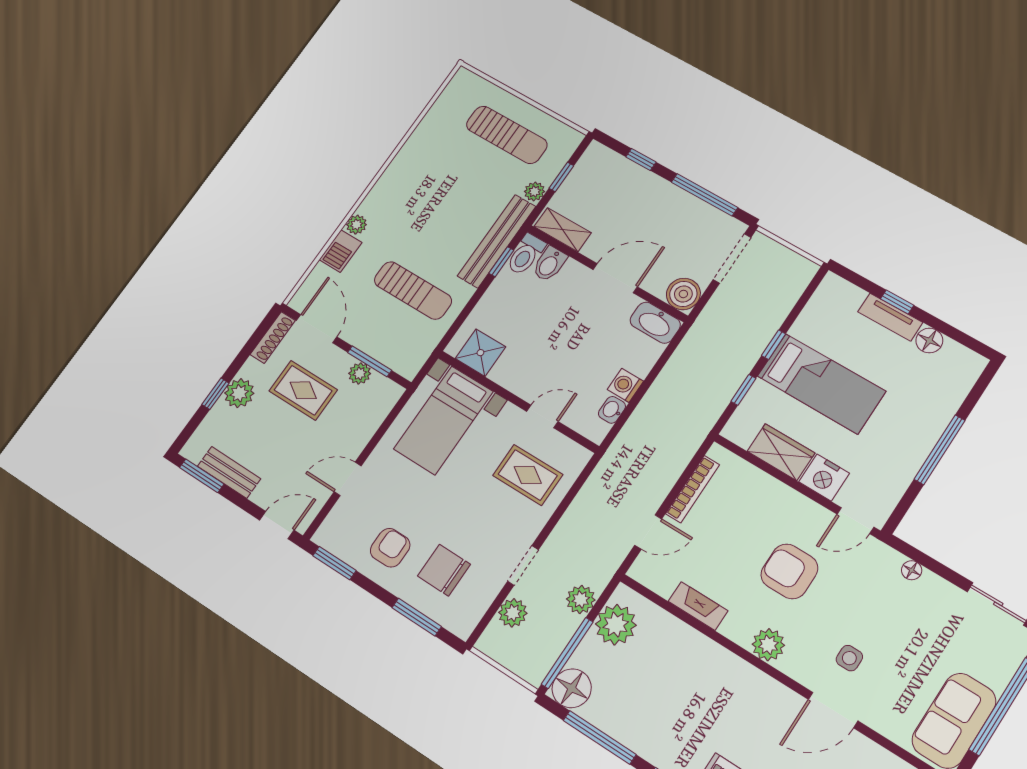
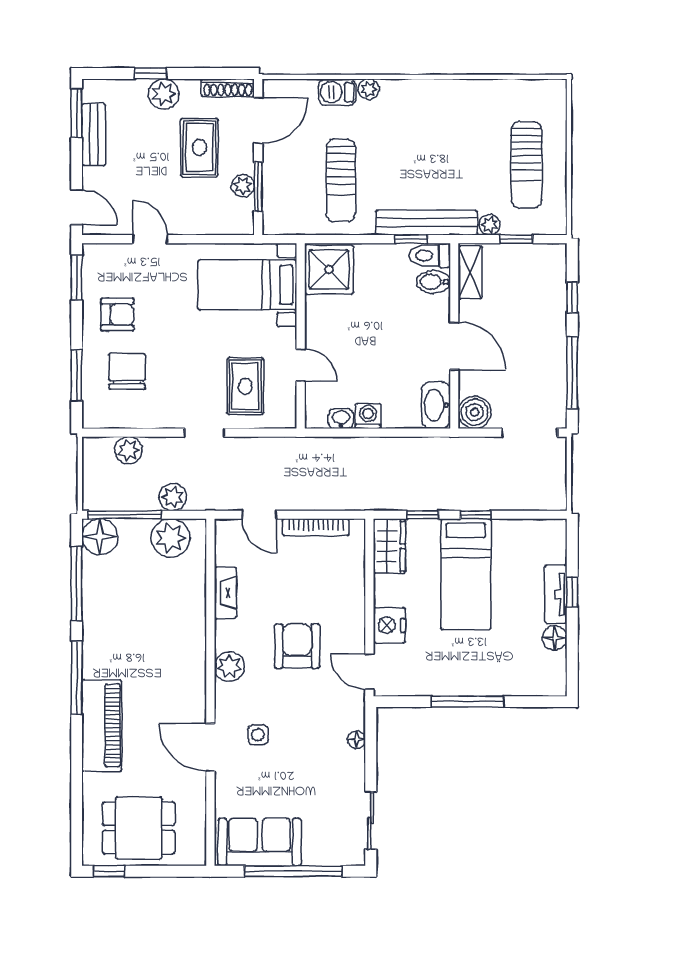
shower: (480, 353) -> (329, 269), width x1.36, depth x1.36
wardrobe: (781, 452) -> (389, 546), moved
doorway: (523, 565) -> (204, 433), moved

